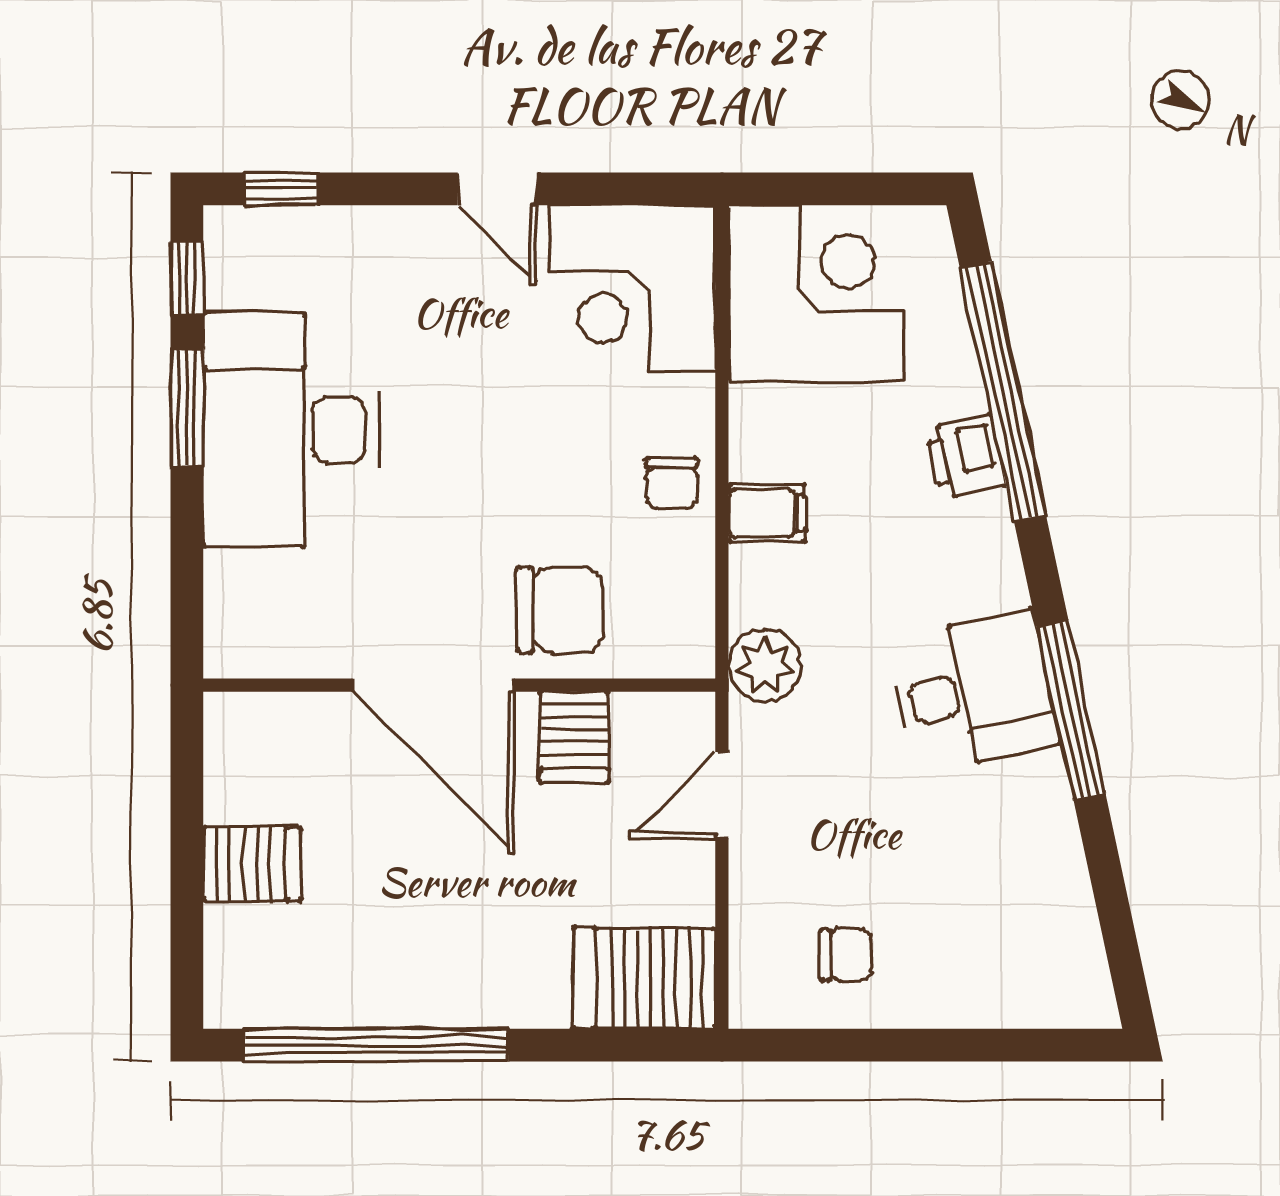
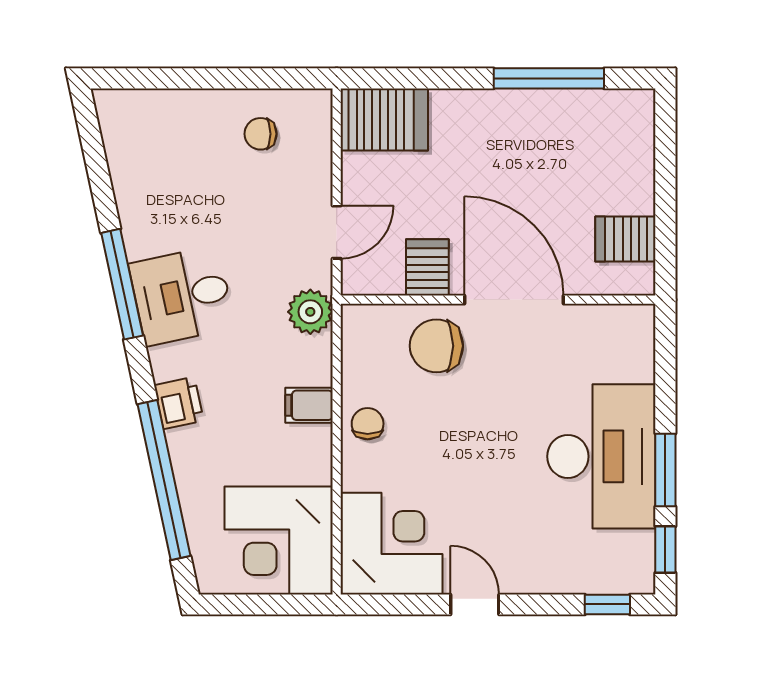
printer: (966, 457) -> (179, 403), moved
server rack: (252, 864) -> (625, 239), moved
window: (376, 1045) -> (549, 78), width x0.68

